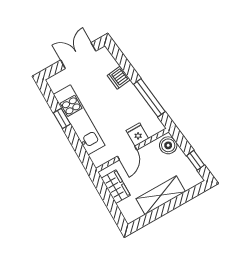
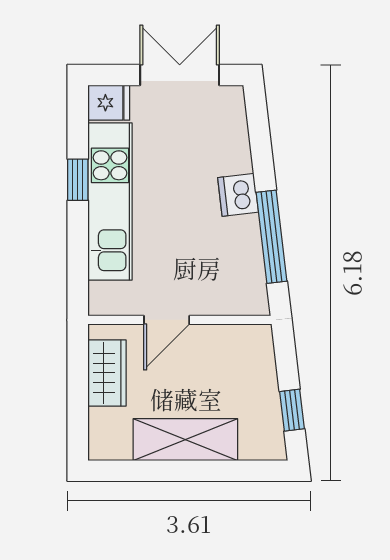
dishwasher: (119, 78) -> (238, 195), moved
fridge: (137, 134) -> (109, 103), moved, turned 90
boiler: (168, 145) -> (255, 351), removed

